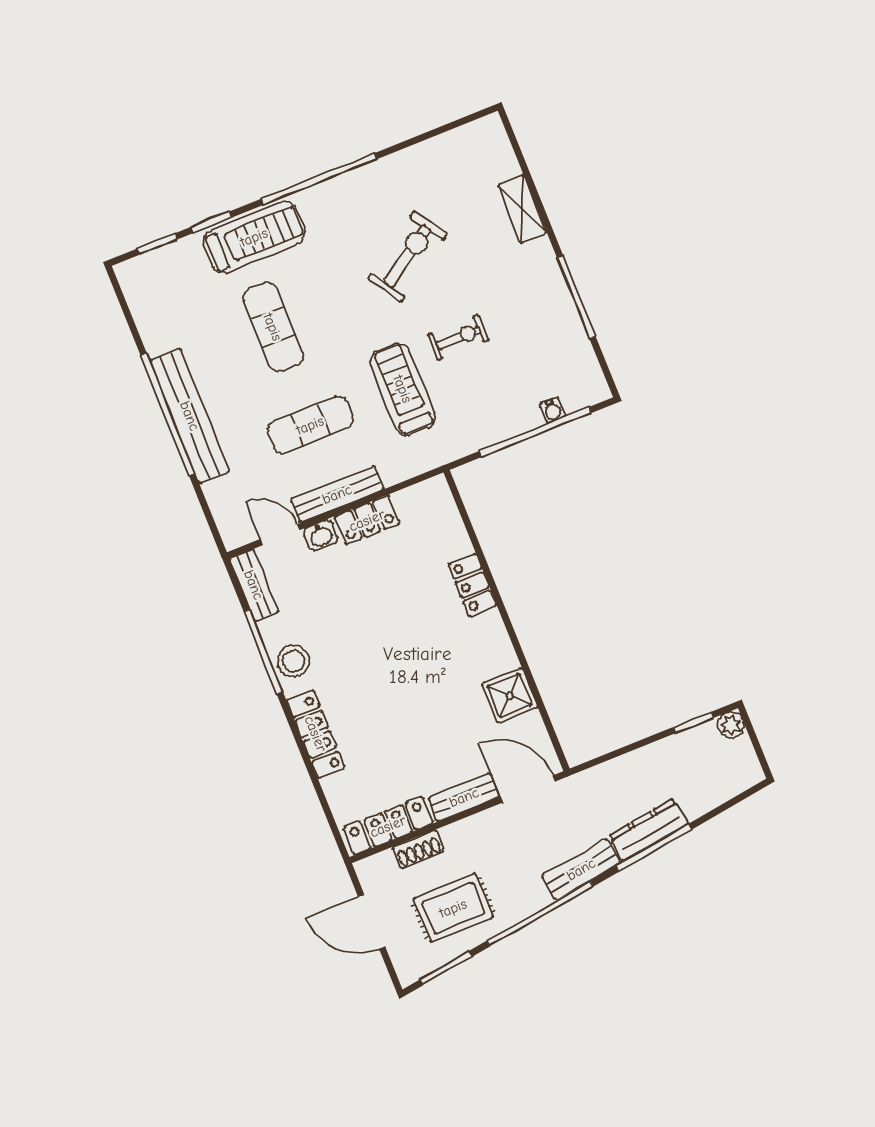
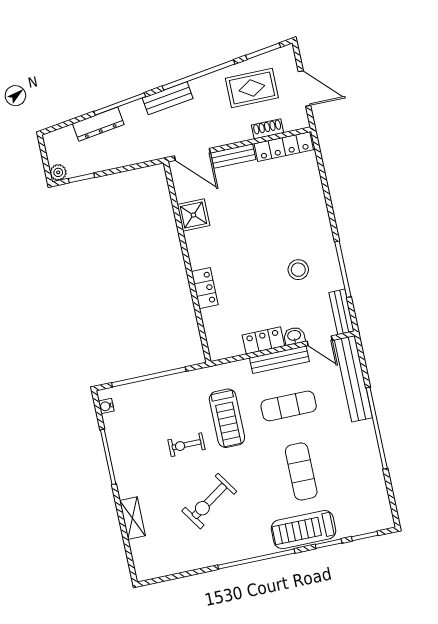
water cooler: (553, 410) -> (106, 406), moved, turned -90
bench: (190, 416) -> (353, 379), moved
stool: (294, 661) -> (298, 270), moved
locker: (316, 734) -> (319, 212), removed
dresser: (648, 830) -> (98, 124), moved

